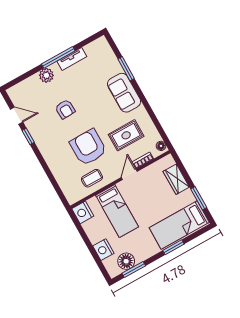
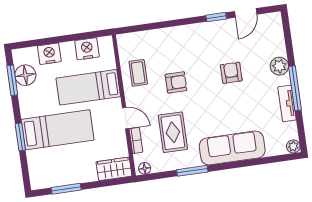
plant: (102, 42) -> (293, 146), added
window: (126, 69) -> (192, 171), moved
sofa: (124, 93) -> (232, 148), width x1.36
armchair: (65, 109) -> (231, 73), turned 92
armchair: (88, 147) -> (176, 82), width x0.53, depth x0.53
wardrobe: (176, 179) -> (114, 169), moved
nightstand: (83, 212) -> (87, 49), moved
bed: (179, 225) -> (58, 130), moved, turned 90

